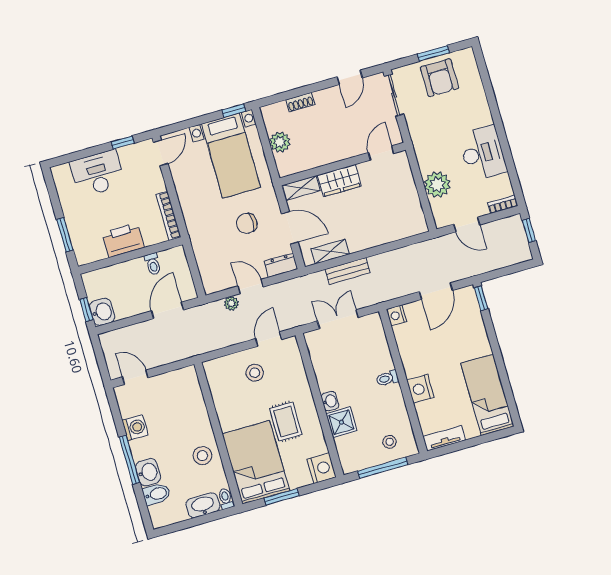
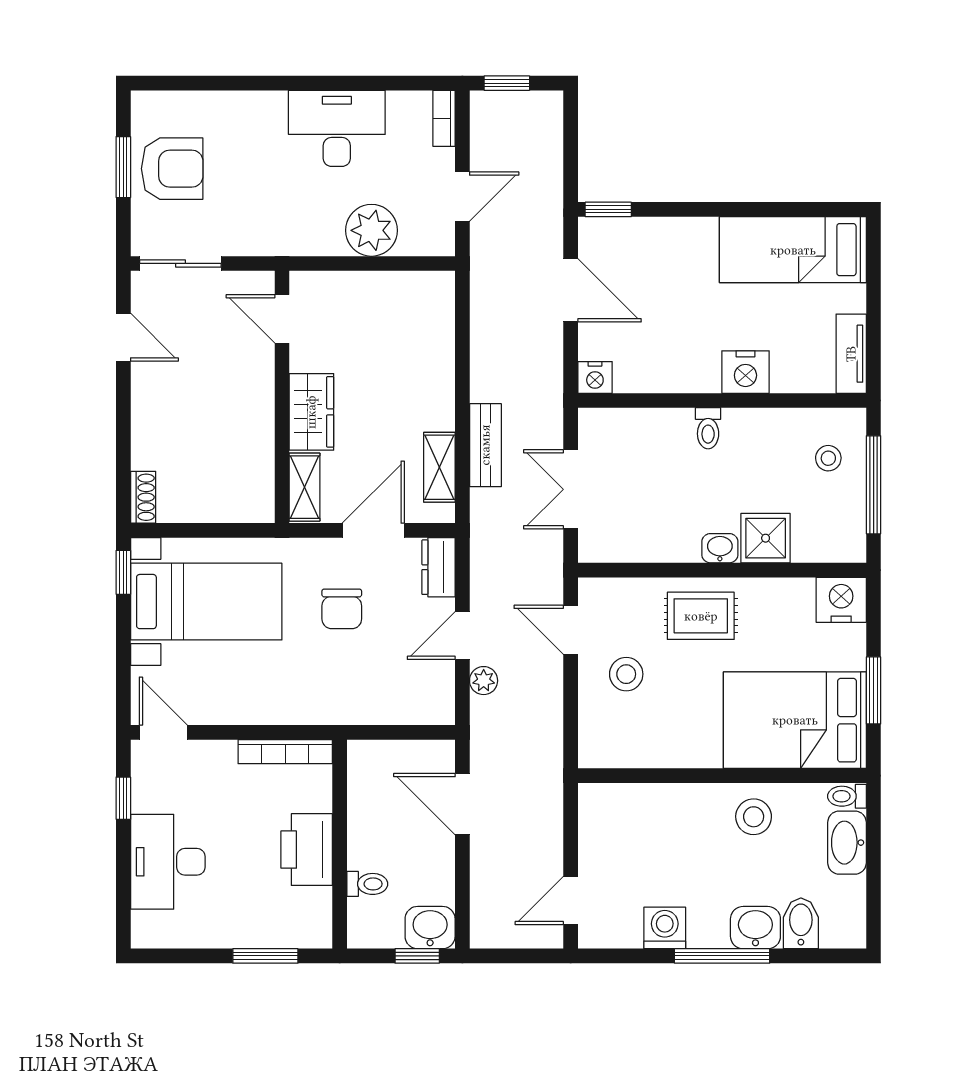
shoe rack: (300, 102) -> (143, 497), moved
plant: (280, 142) -> (207, 503), removed
toilet: (153, 264) -> (367, 884), moved
rug: (286, 422) -> (701, 616), moved

